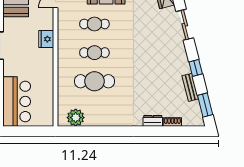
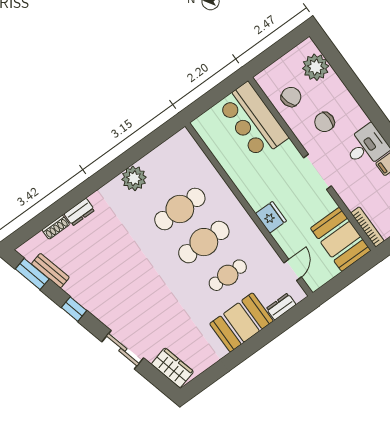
cafe table: (94, 53) -> (204, 242), width x1.37, depth x1.35
bench: (190, 87) -> (50, 271), moved
plant: (76, 118) -> (134, 178), moved

